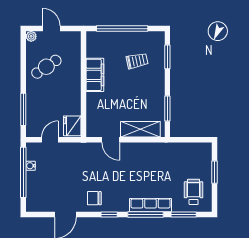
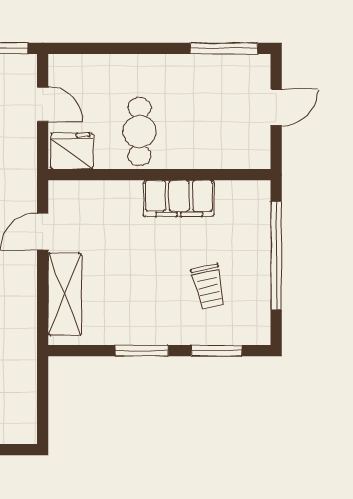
plant: (31, 36) -> (260, 65), removed
cafe table: (46, 67) -> (139, 132), moved, turned 34
window: (23, 109) -> (224, 48), moved
window: (167, 109) -> (142, 351), moved

